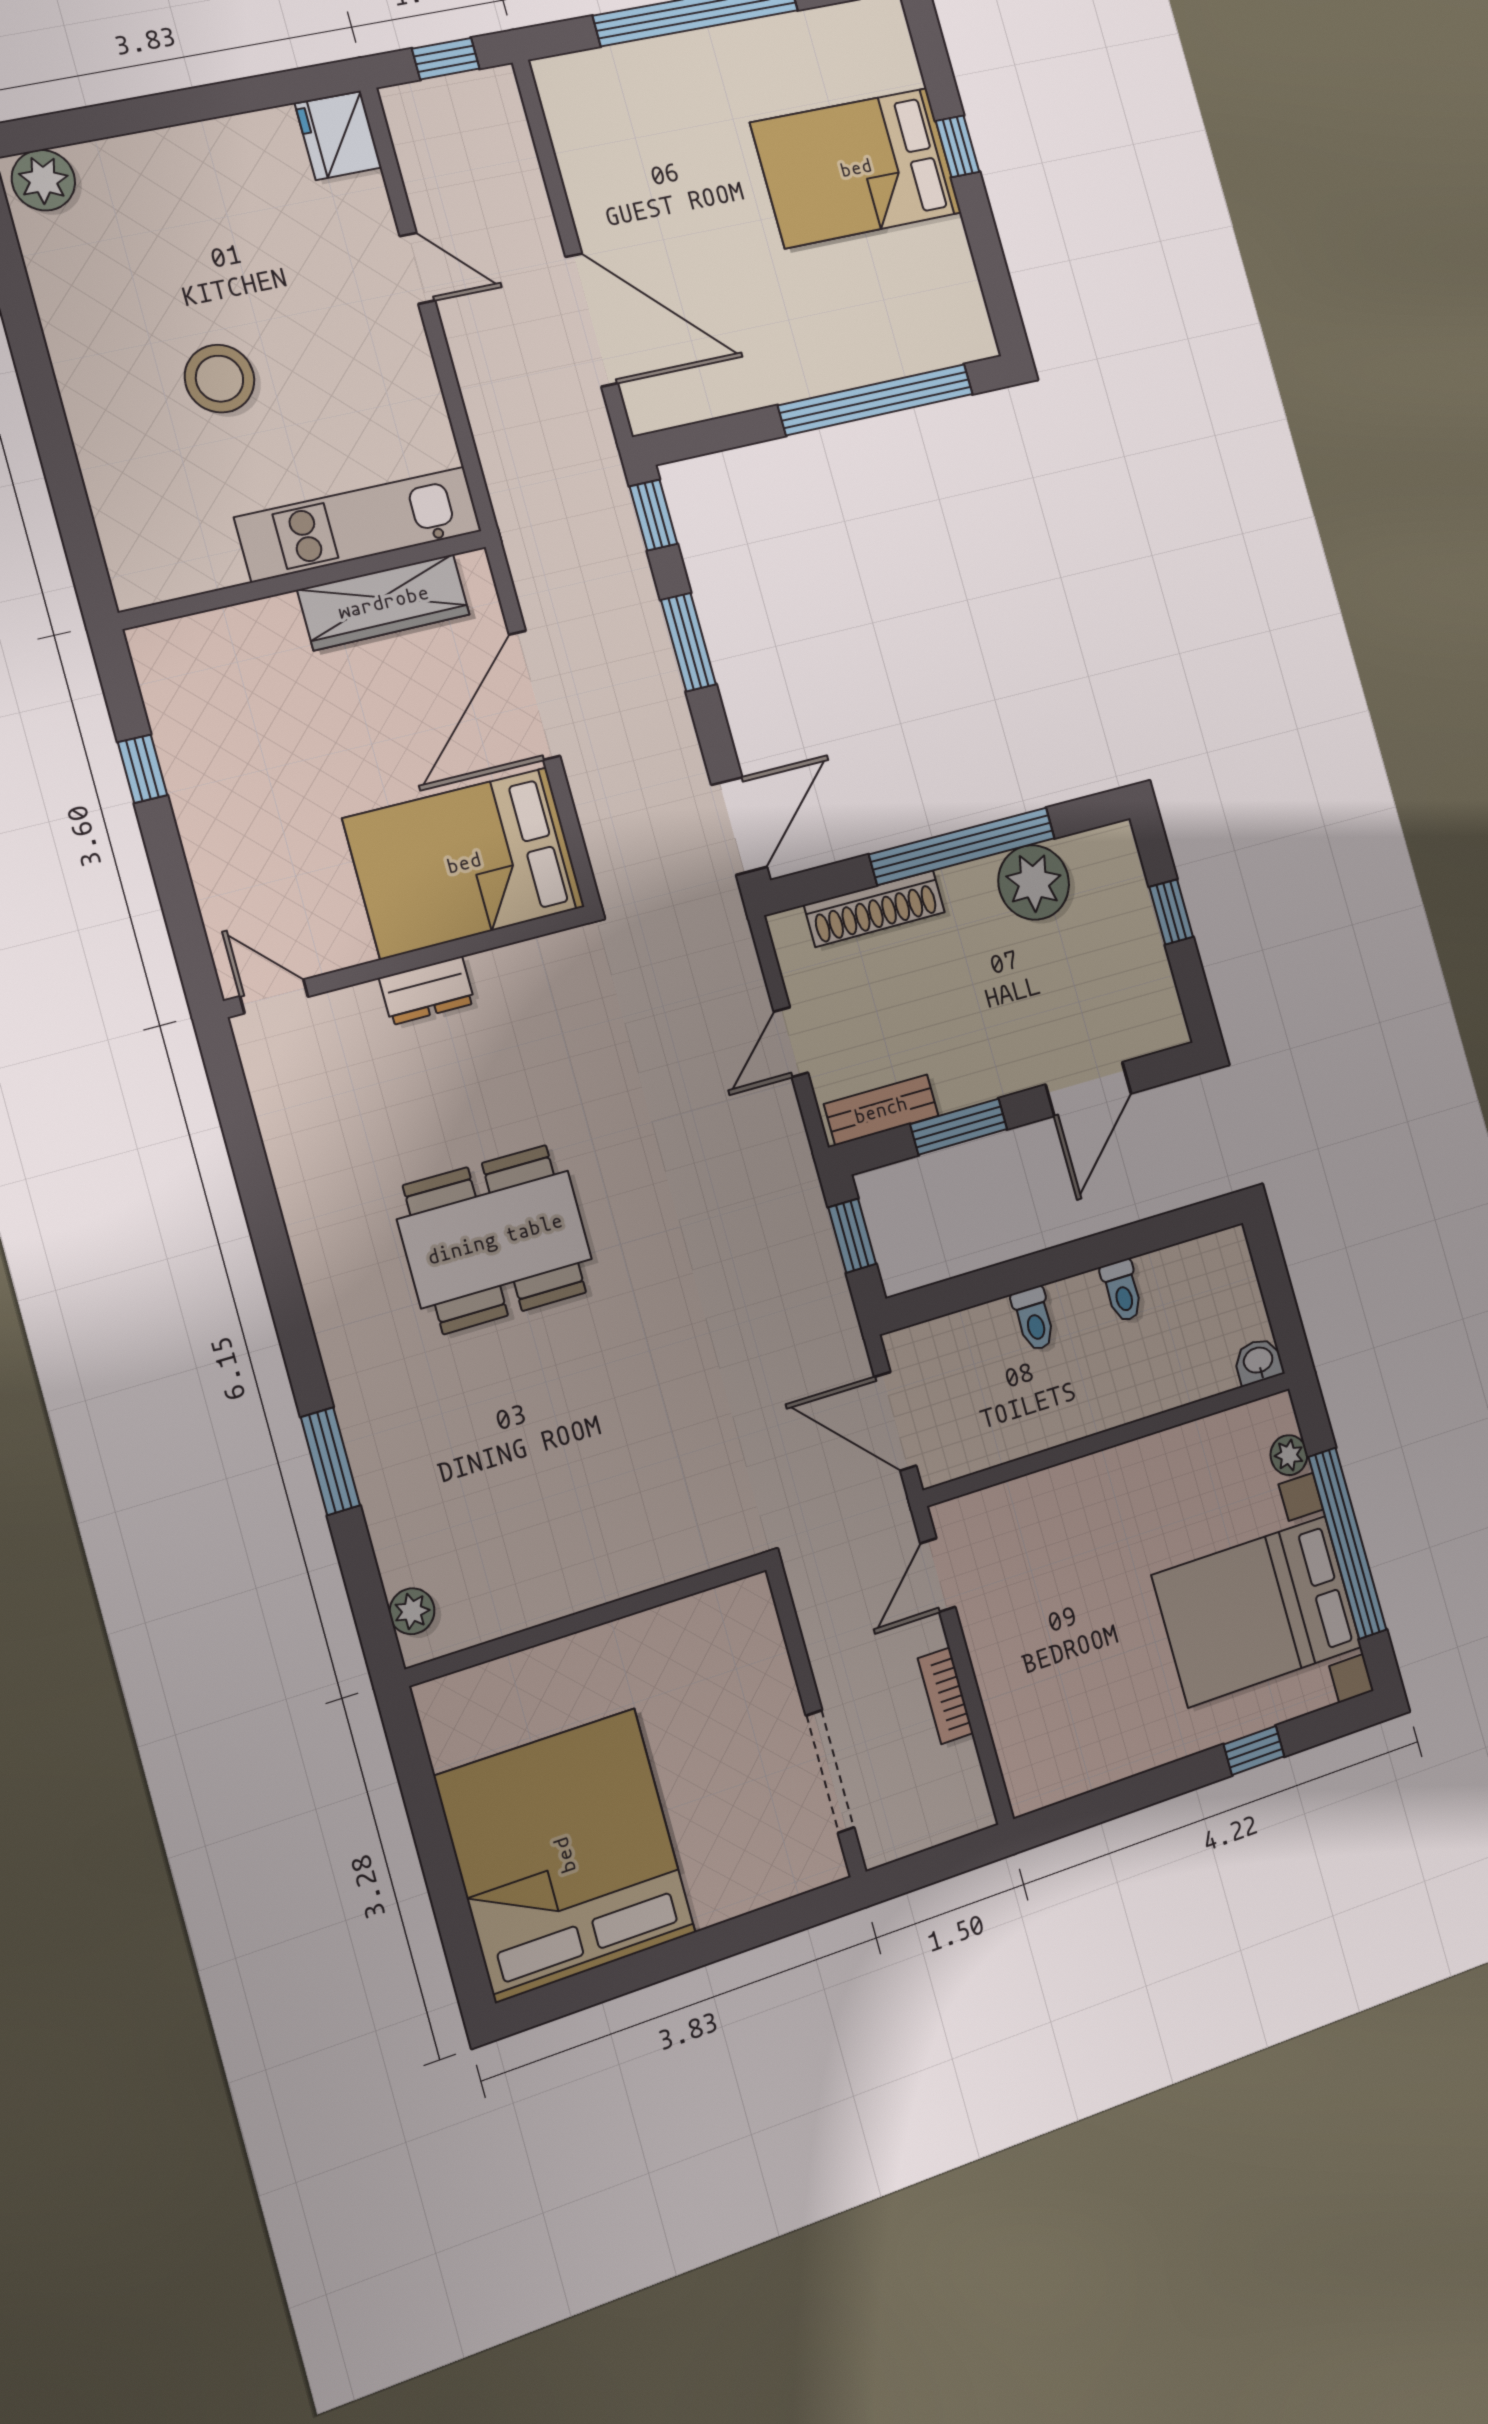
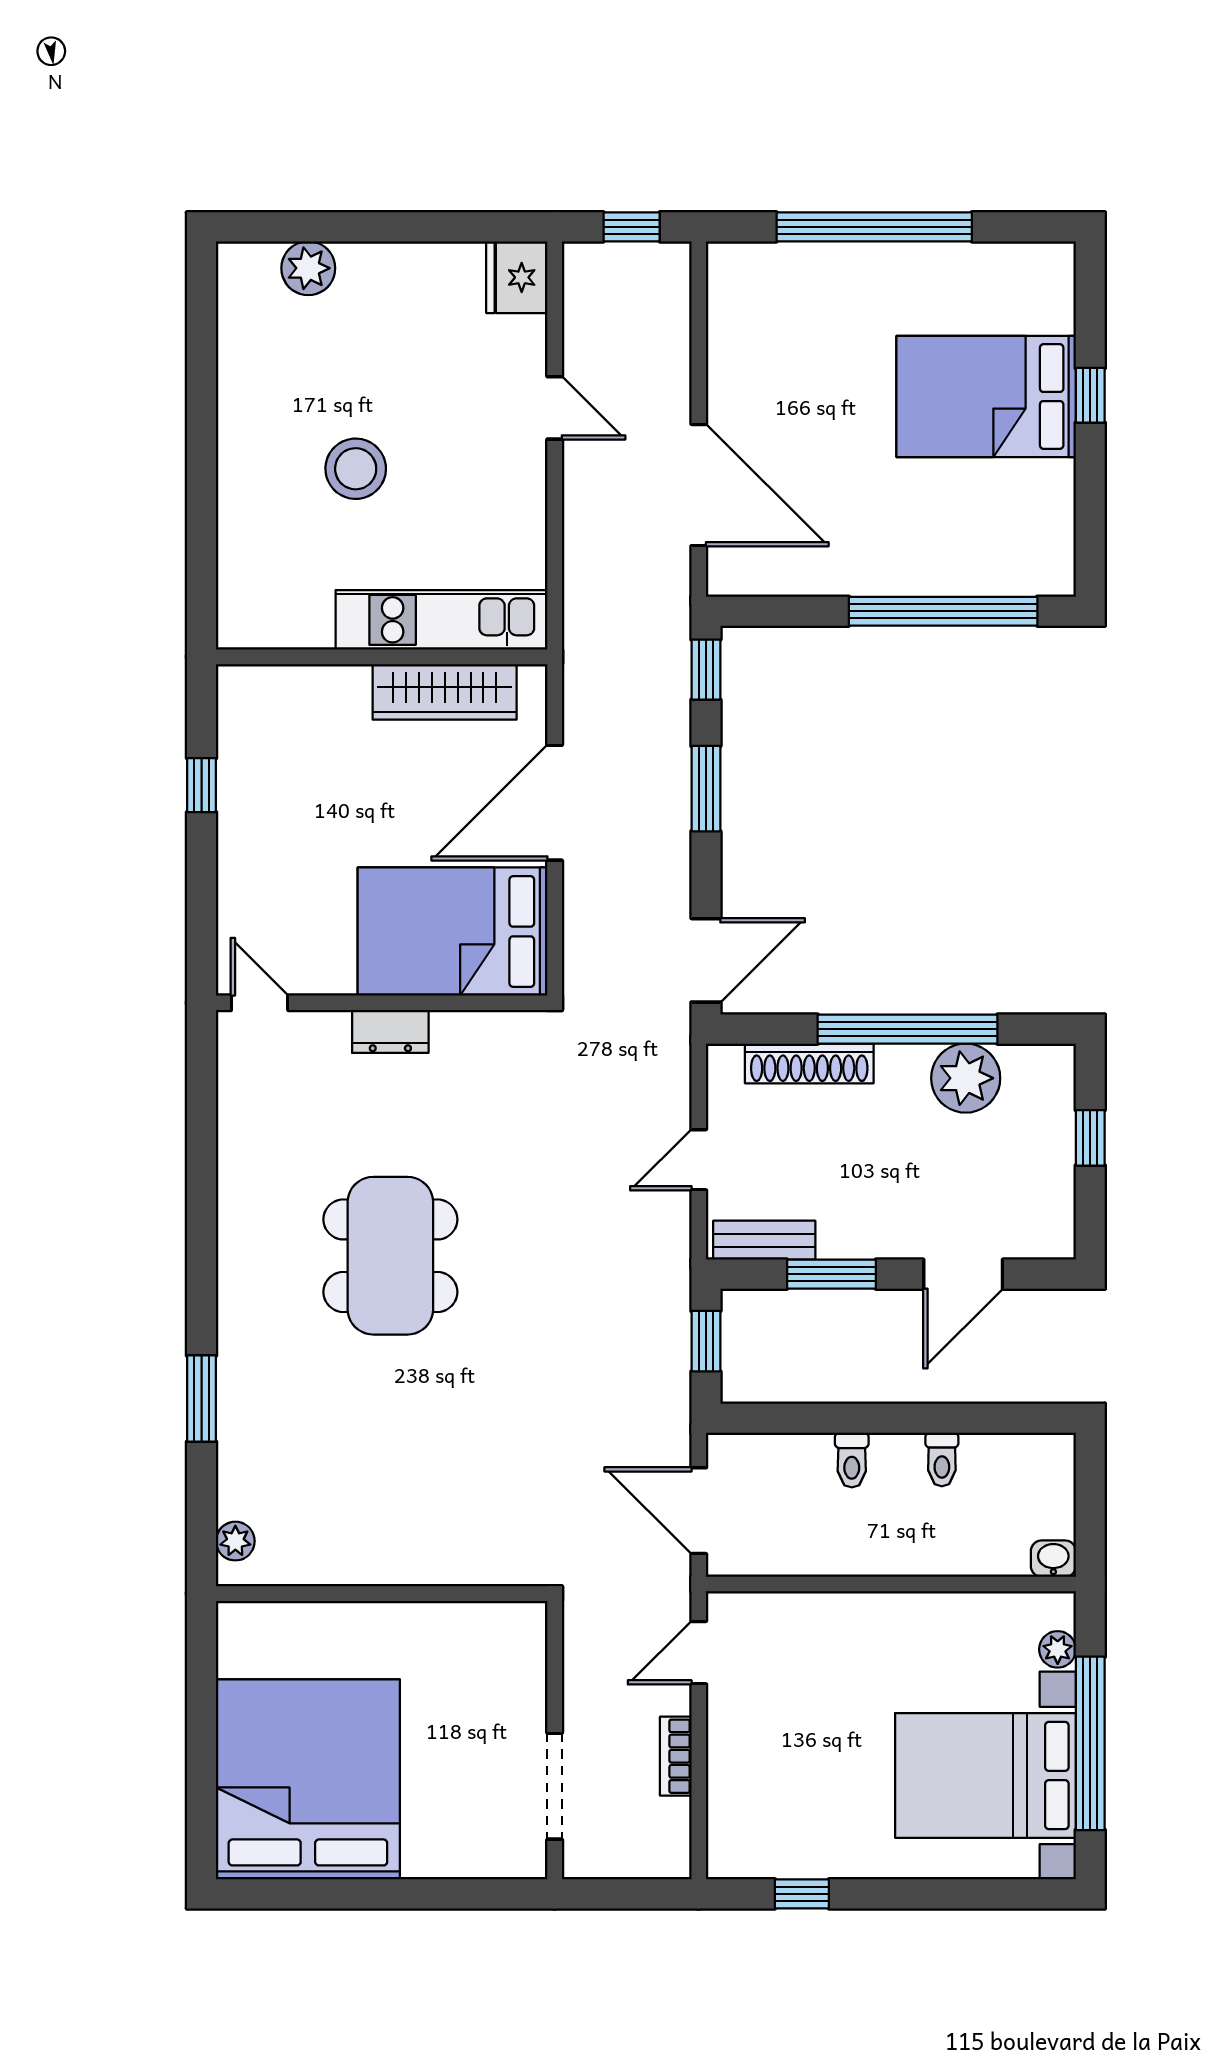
plant: (43, 180) -> (308, 268), moved
dining table: (495, 1239) -> (390, 1256), turned 90
window: (1254, 1750) -> (802, 1894), moved

